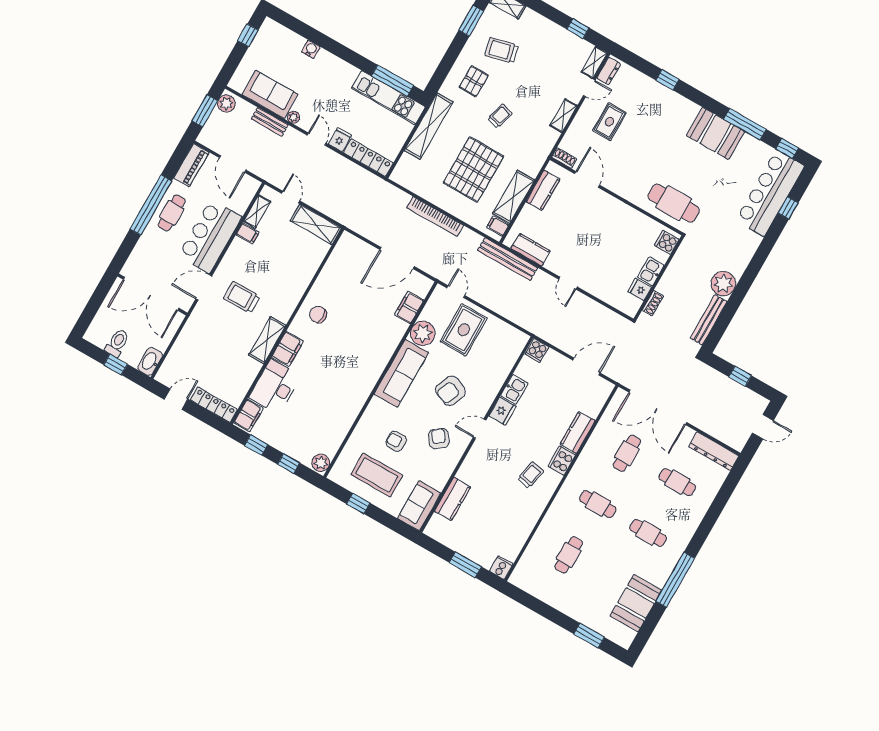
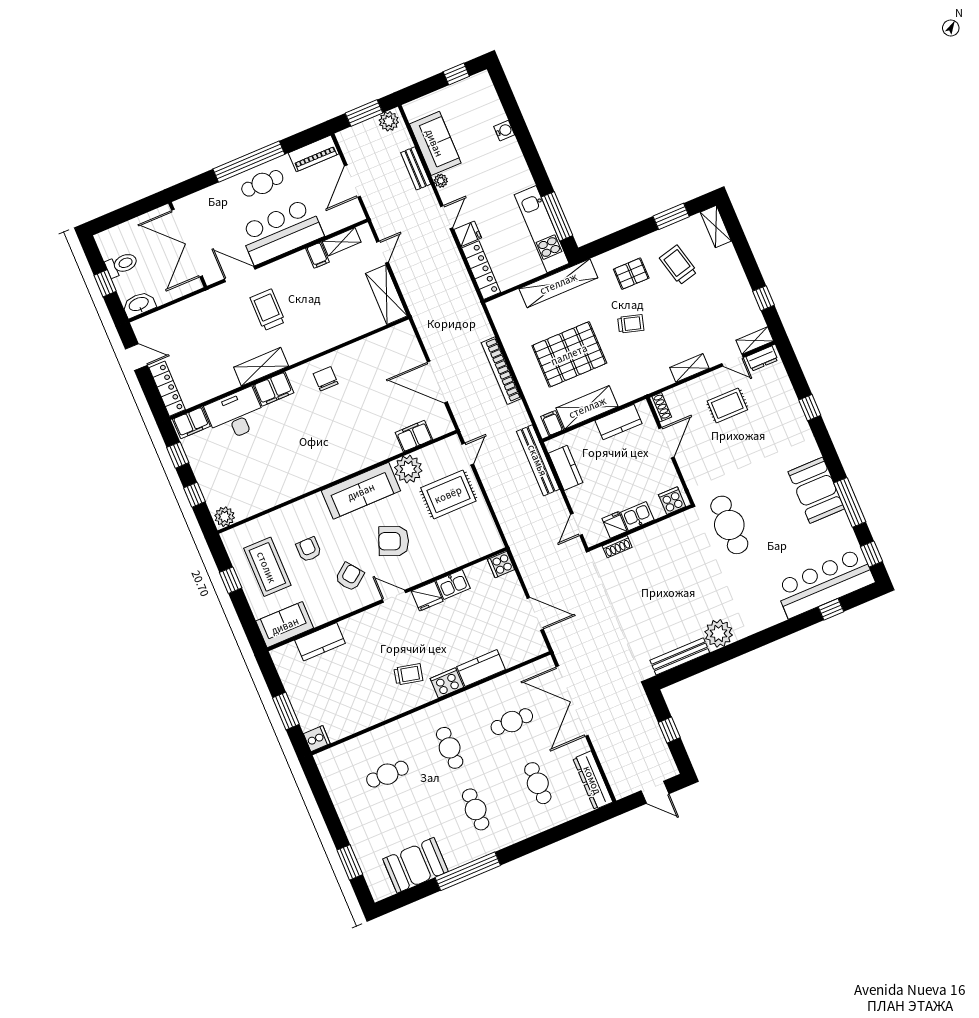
cooker: (667, 242) -> (672, 501), moved
kitchen sink: (651, 271) -> (637, 516), moved
wall: (659, 278) -> (640, 528), moved
fridge: (640, 289) -> (614, 525), moved
shoe rack: (653, 303) -> (617, 547), moved

